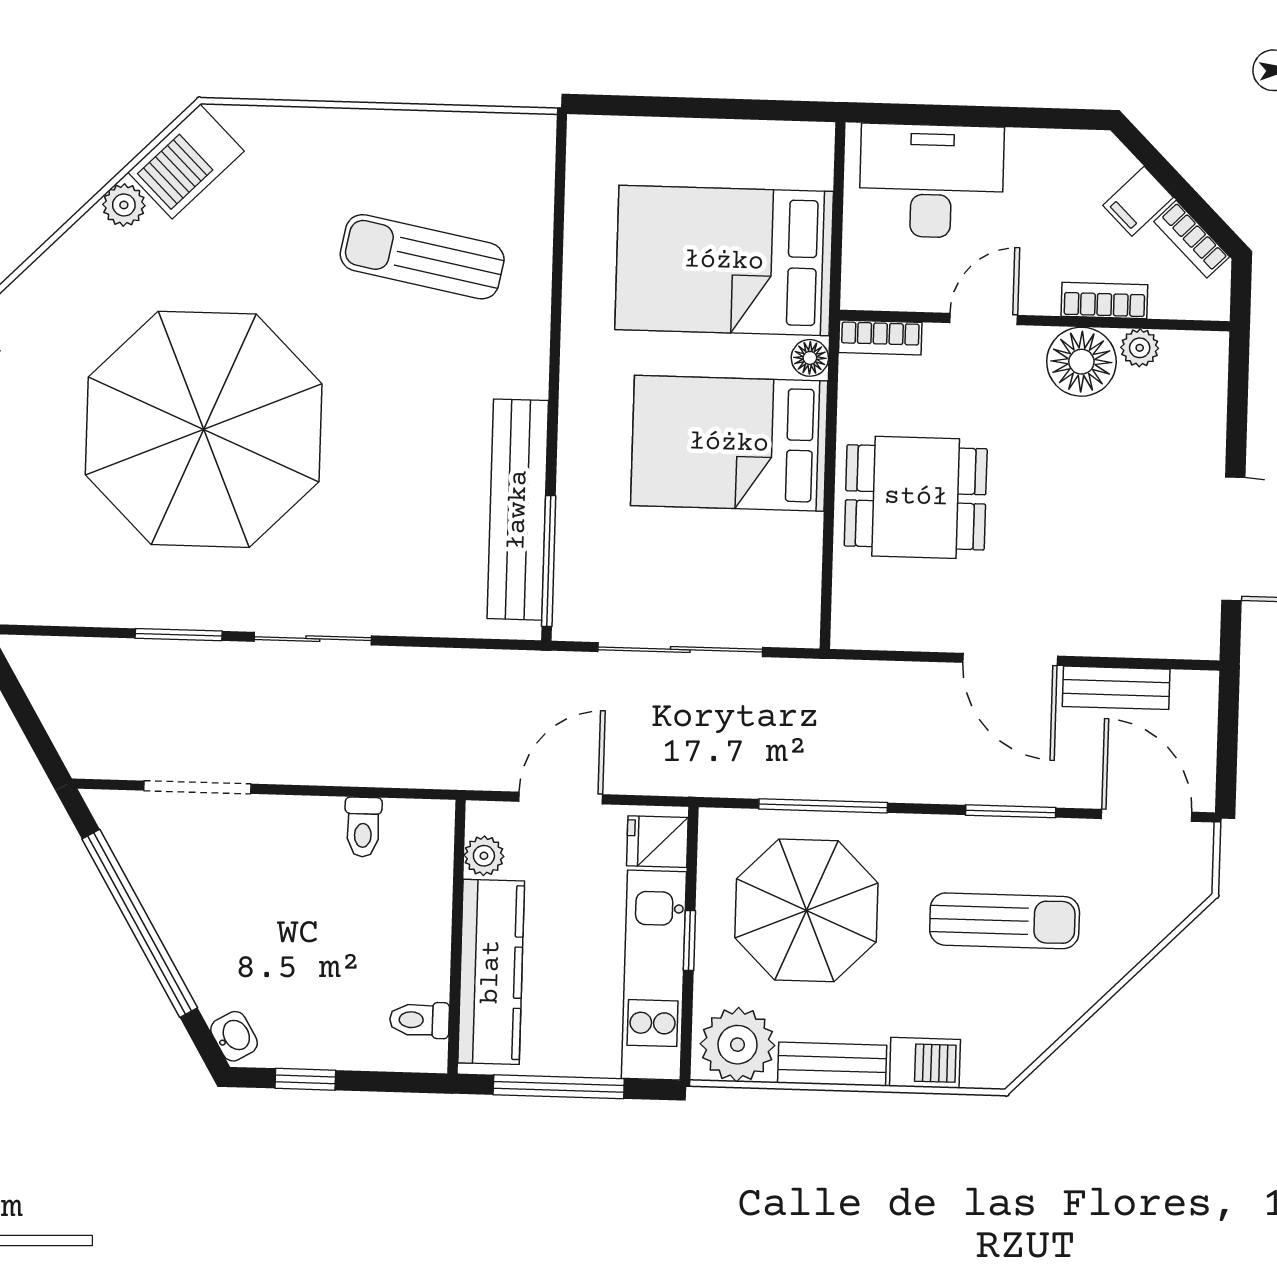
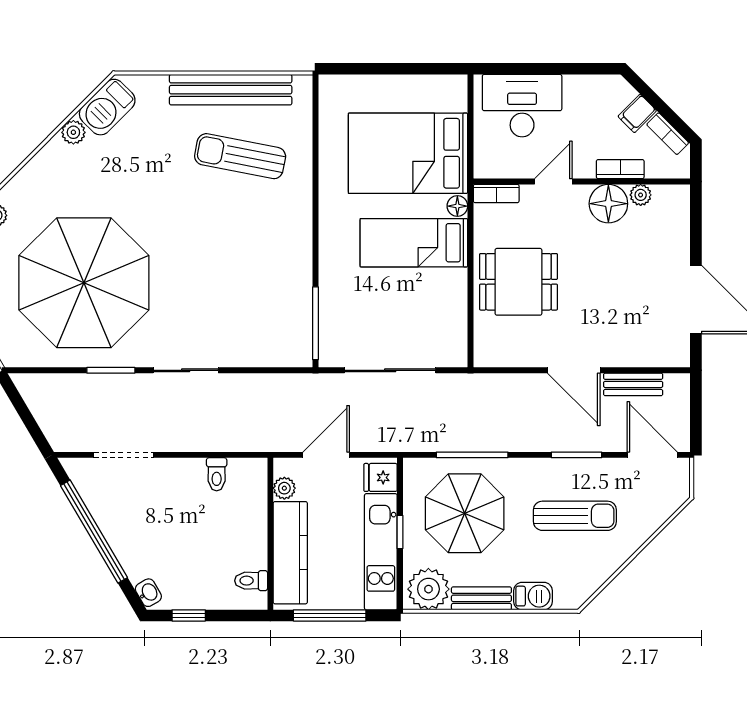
parasol: (204, 429) -> (84, 283), moved
bed: (729, 443) -> (414, 243), width x0.67
bench: (518, 510) -> (231, 90), moved, turned 90

